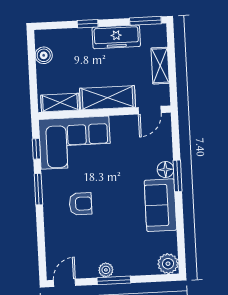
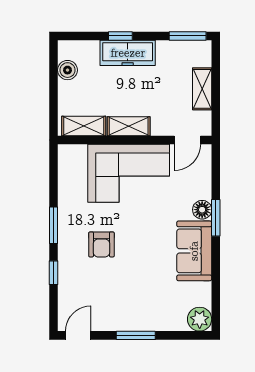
freezer: (116, 37) -> (128, 53), moved
shelving: (108, 98) -> (129, 126), width x0.67, depth x0.75
corner sofa: (75, 143) -> (129, 173), moved
window: (36, 149) -> (54, 273), moved
armchair: (80, 204) -> (101, 244), turned 90
plant: (106, 270) -> (127, 323), removed

